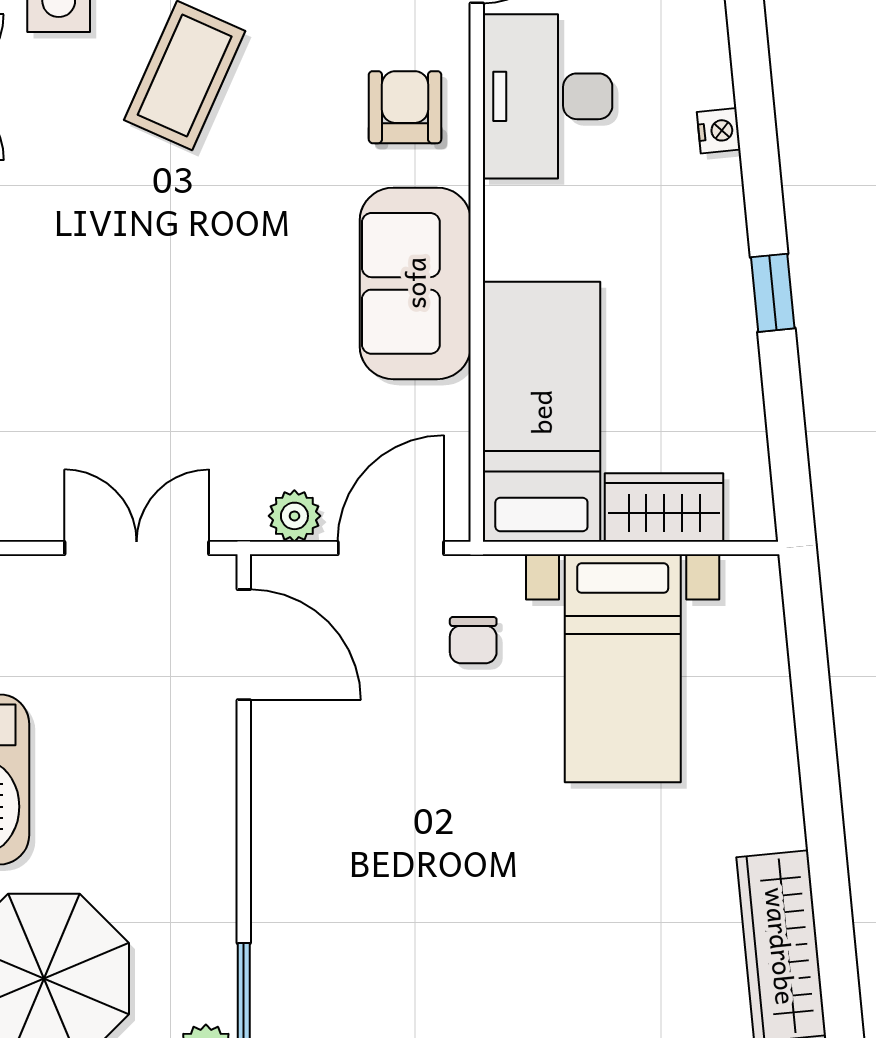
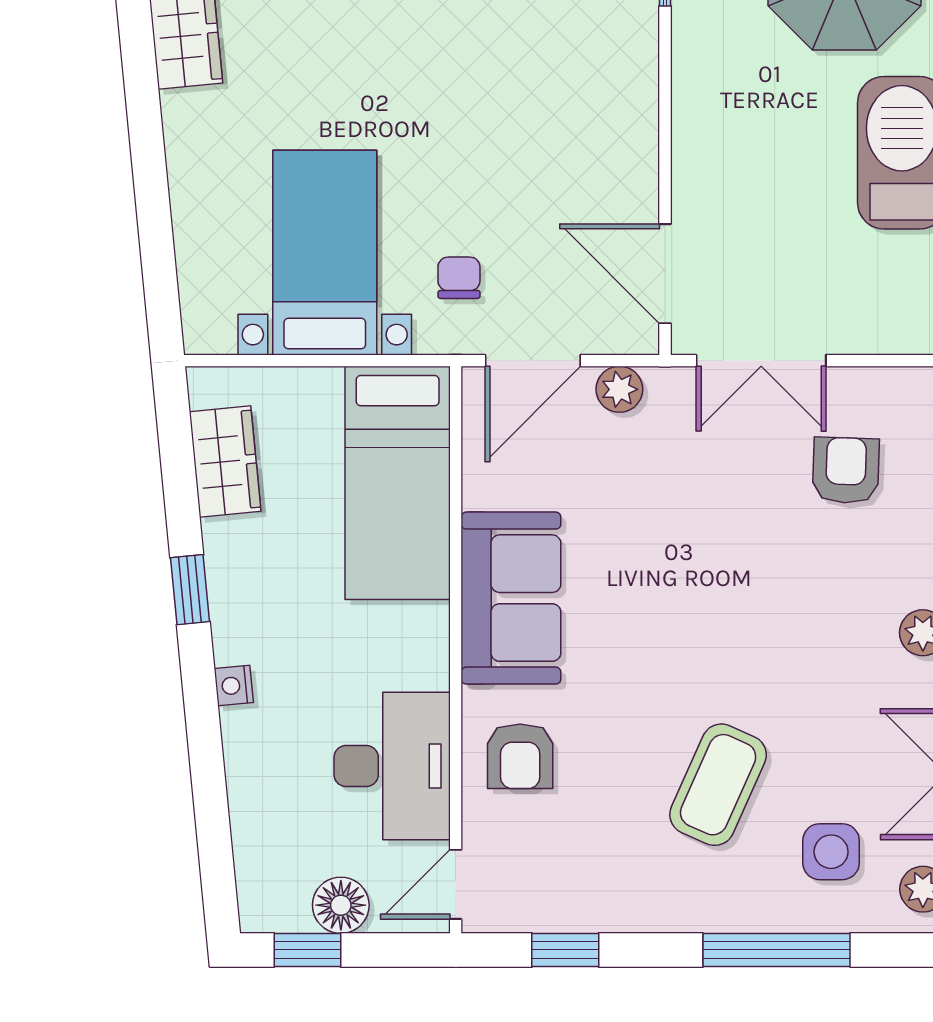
nightstand: (719, 131) -> (234, 686), moved
armchair: (42, 426) -> (846, 470), added
wardrobe: (664, 507) -> (225, 461), moved, turned -96

